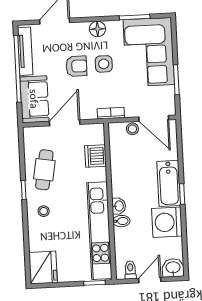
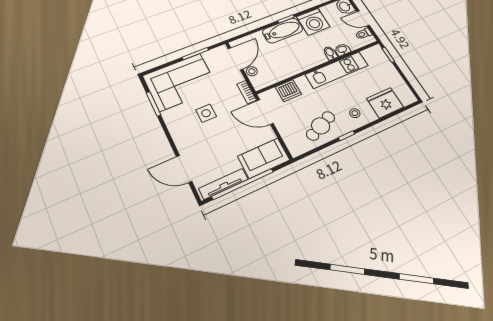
floor lamp: (97, 29) -> (176, 130), removed
armchair: (76, 66) -> (218, 135), removed
door: (65, 123) -> (265, 112), moved
cafe table: (44, 170) -> (321, 126), turned -33
washbasin: (119, 206) -> (342, 50), moved
kitchen unit: (99, 231) -> (337, 70), width x0.73
fridge: (43, 268) -> (385, 103), moved

